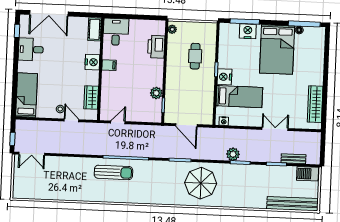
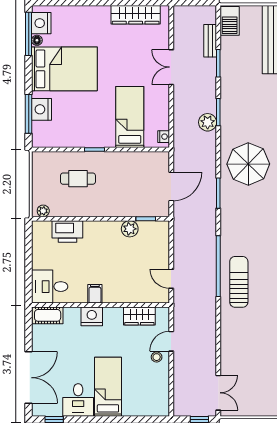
nightstand: (224, 77) -> (41, 23), moved, turned 90
bed: (27, 95) -> (108, 387), moved, turned 90

